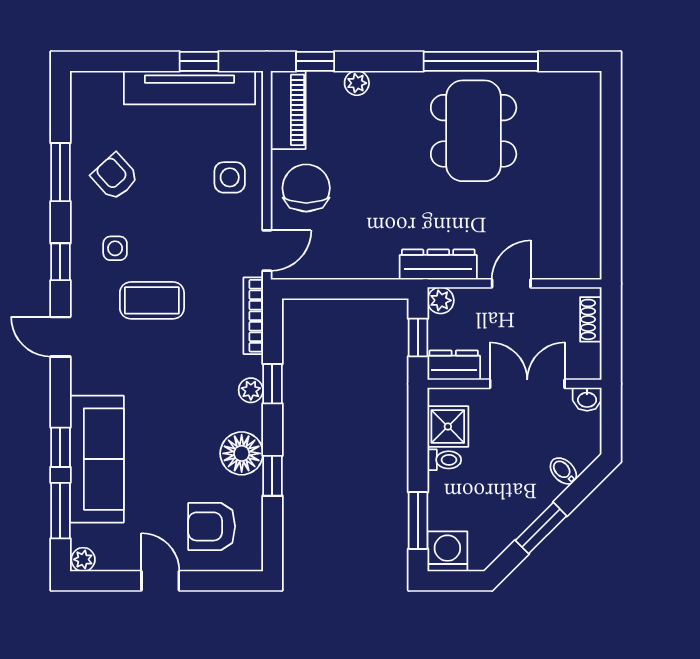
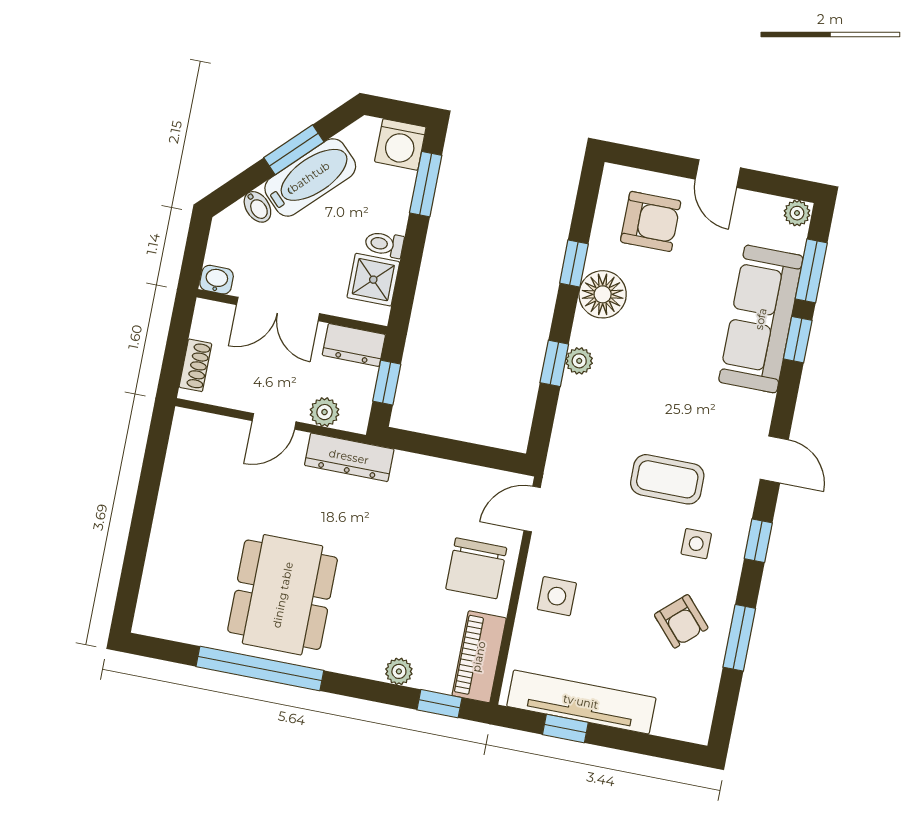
plant: (441, 300) -> (325, 412), moved
bookcase: (253, 316) -> (561, 441), removed
bathtub: (522, 506) -> (310, 177), added

